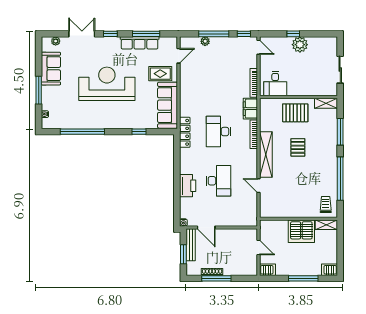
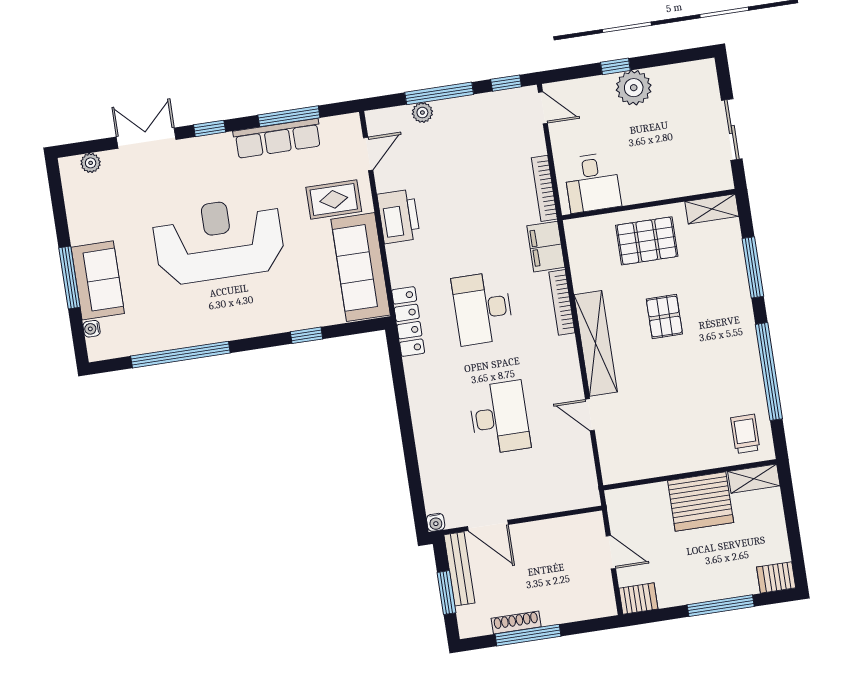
sofa: (51, 69) -> (98, 280), moved
printer: (188, 186) -> (399, 216), moved

